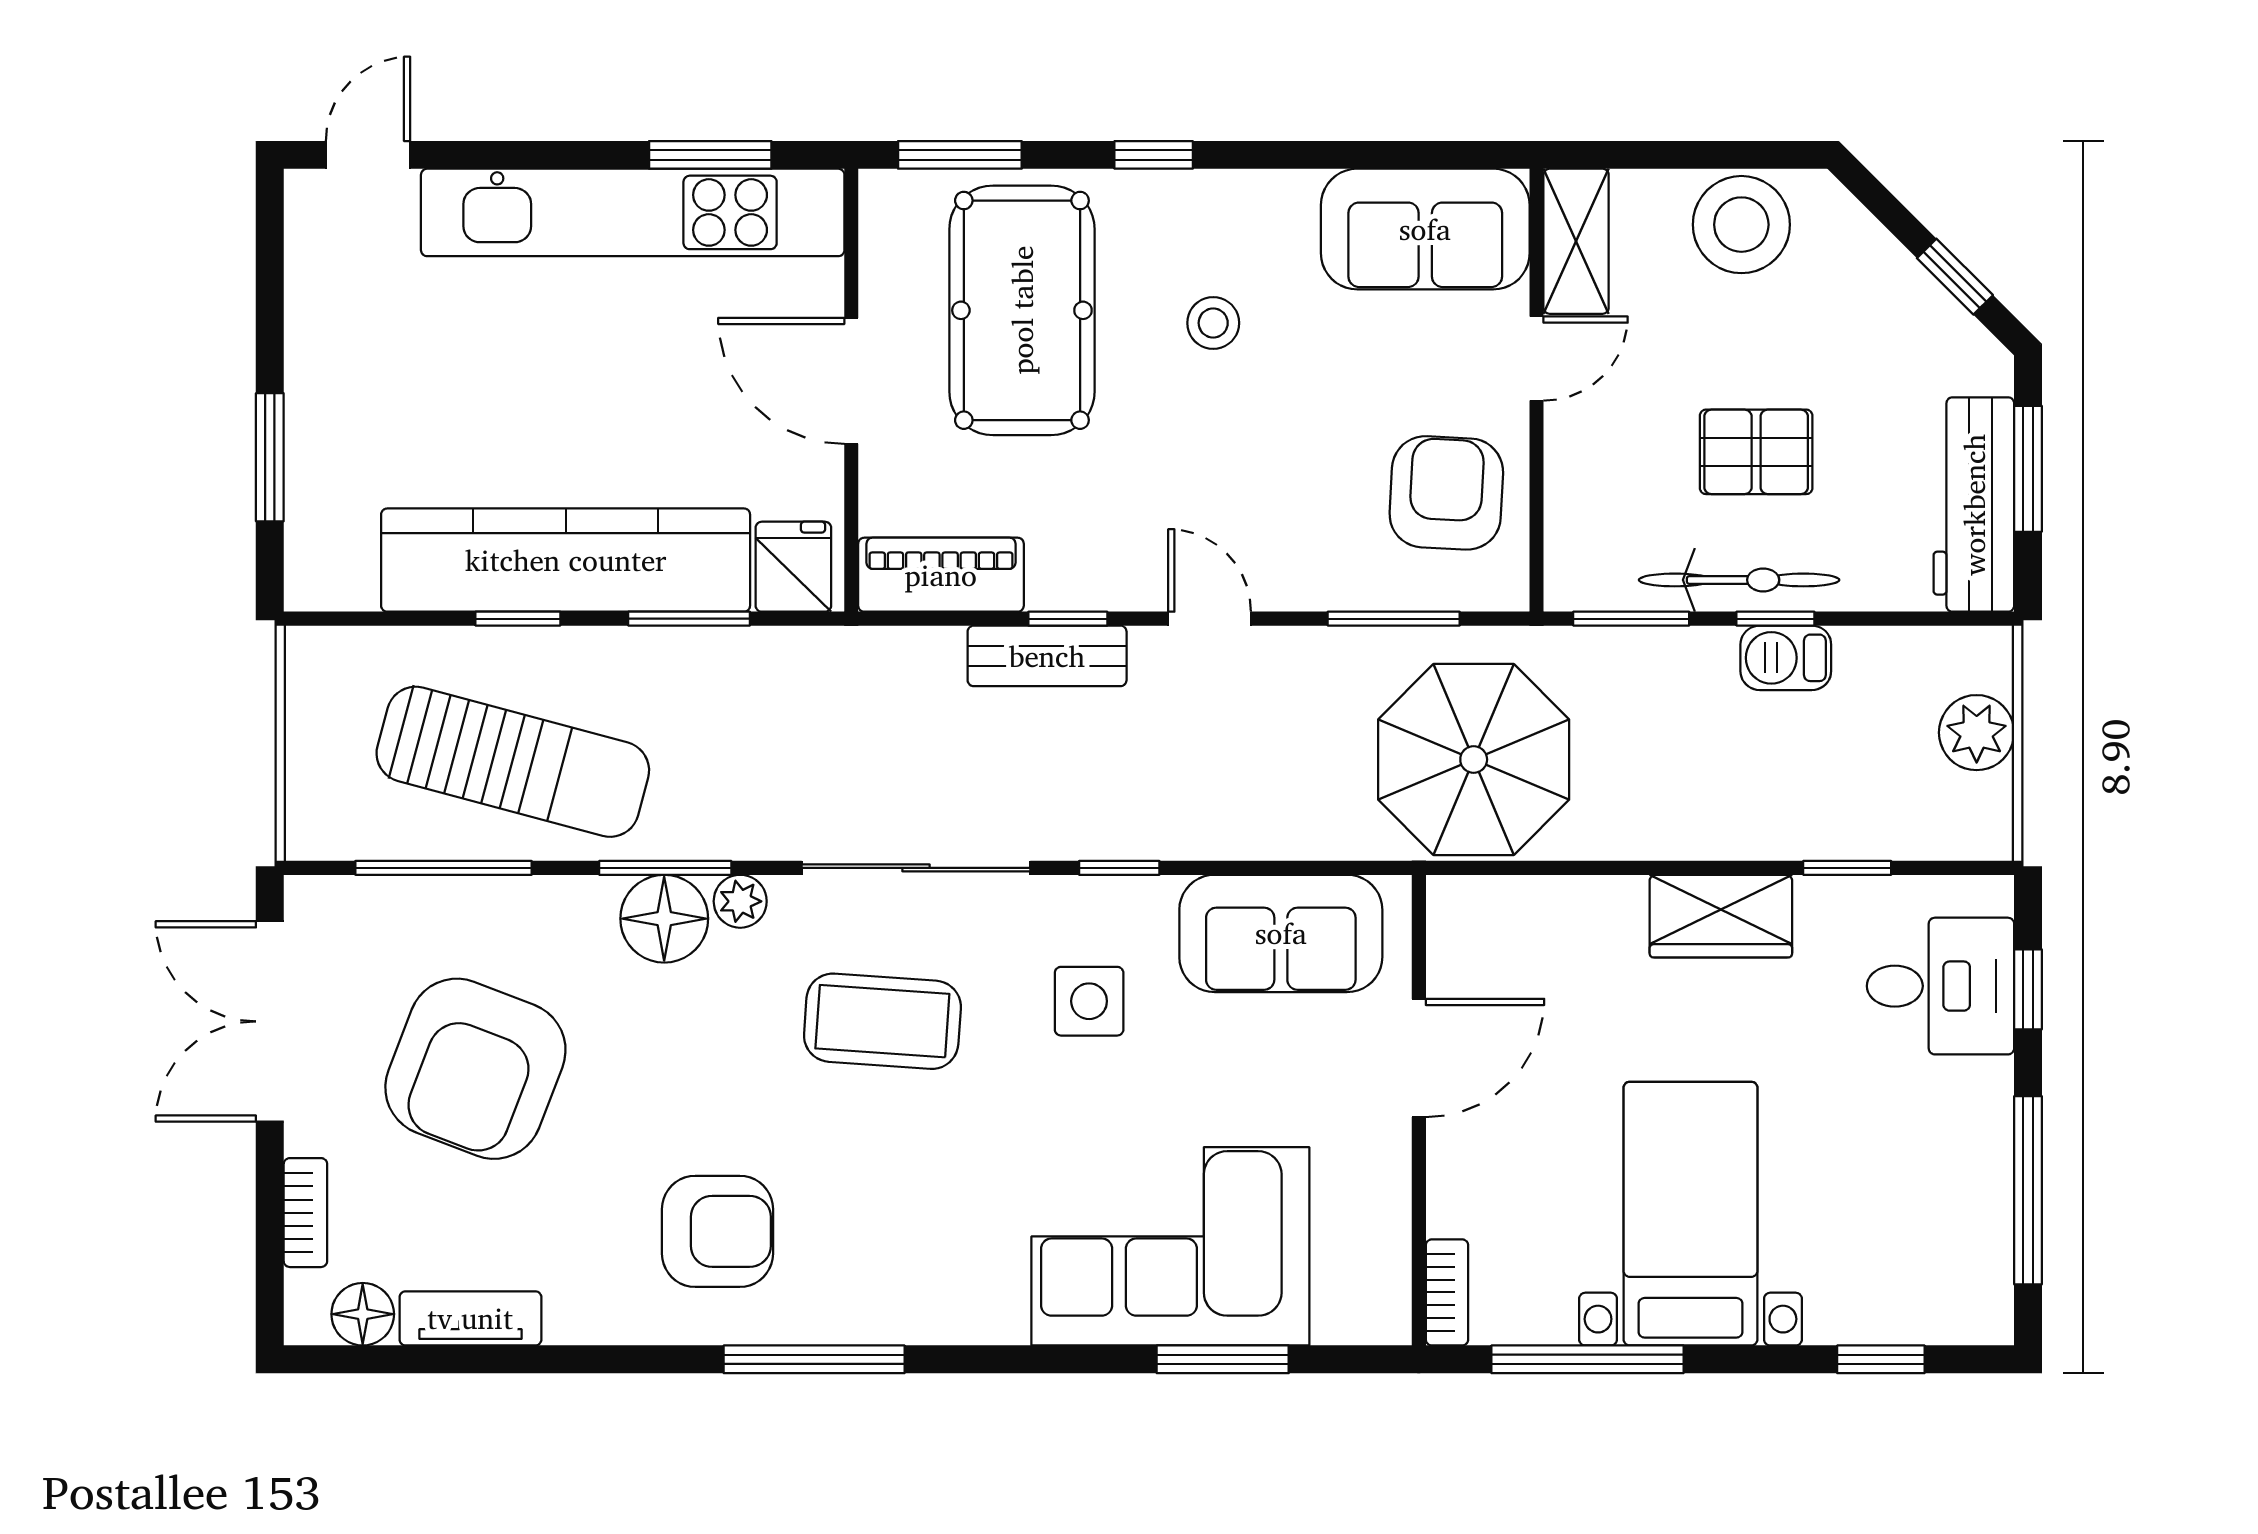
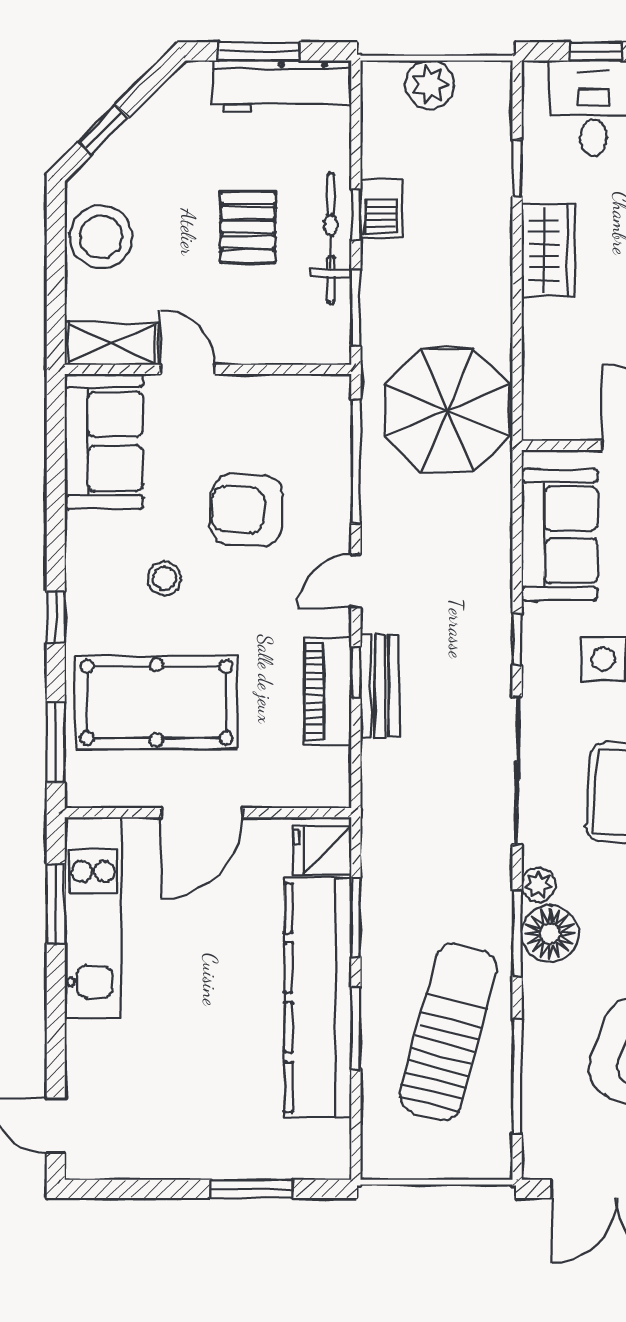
kitchen unit: (633, 212) -> (93, 918), width x0.73
window: (1955, 277) -> (104, 129), moved
armchair: (1446, 493) -> (247, 510), moved
piano: (941, 575) -> (327, 691), moved
window: (518, 619) -> (356, 1028), width x1.50
window: (1394, 619) -> (356, 462), width x1.44

